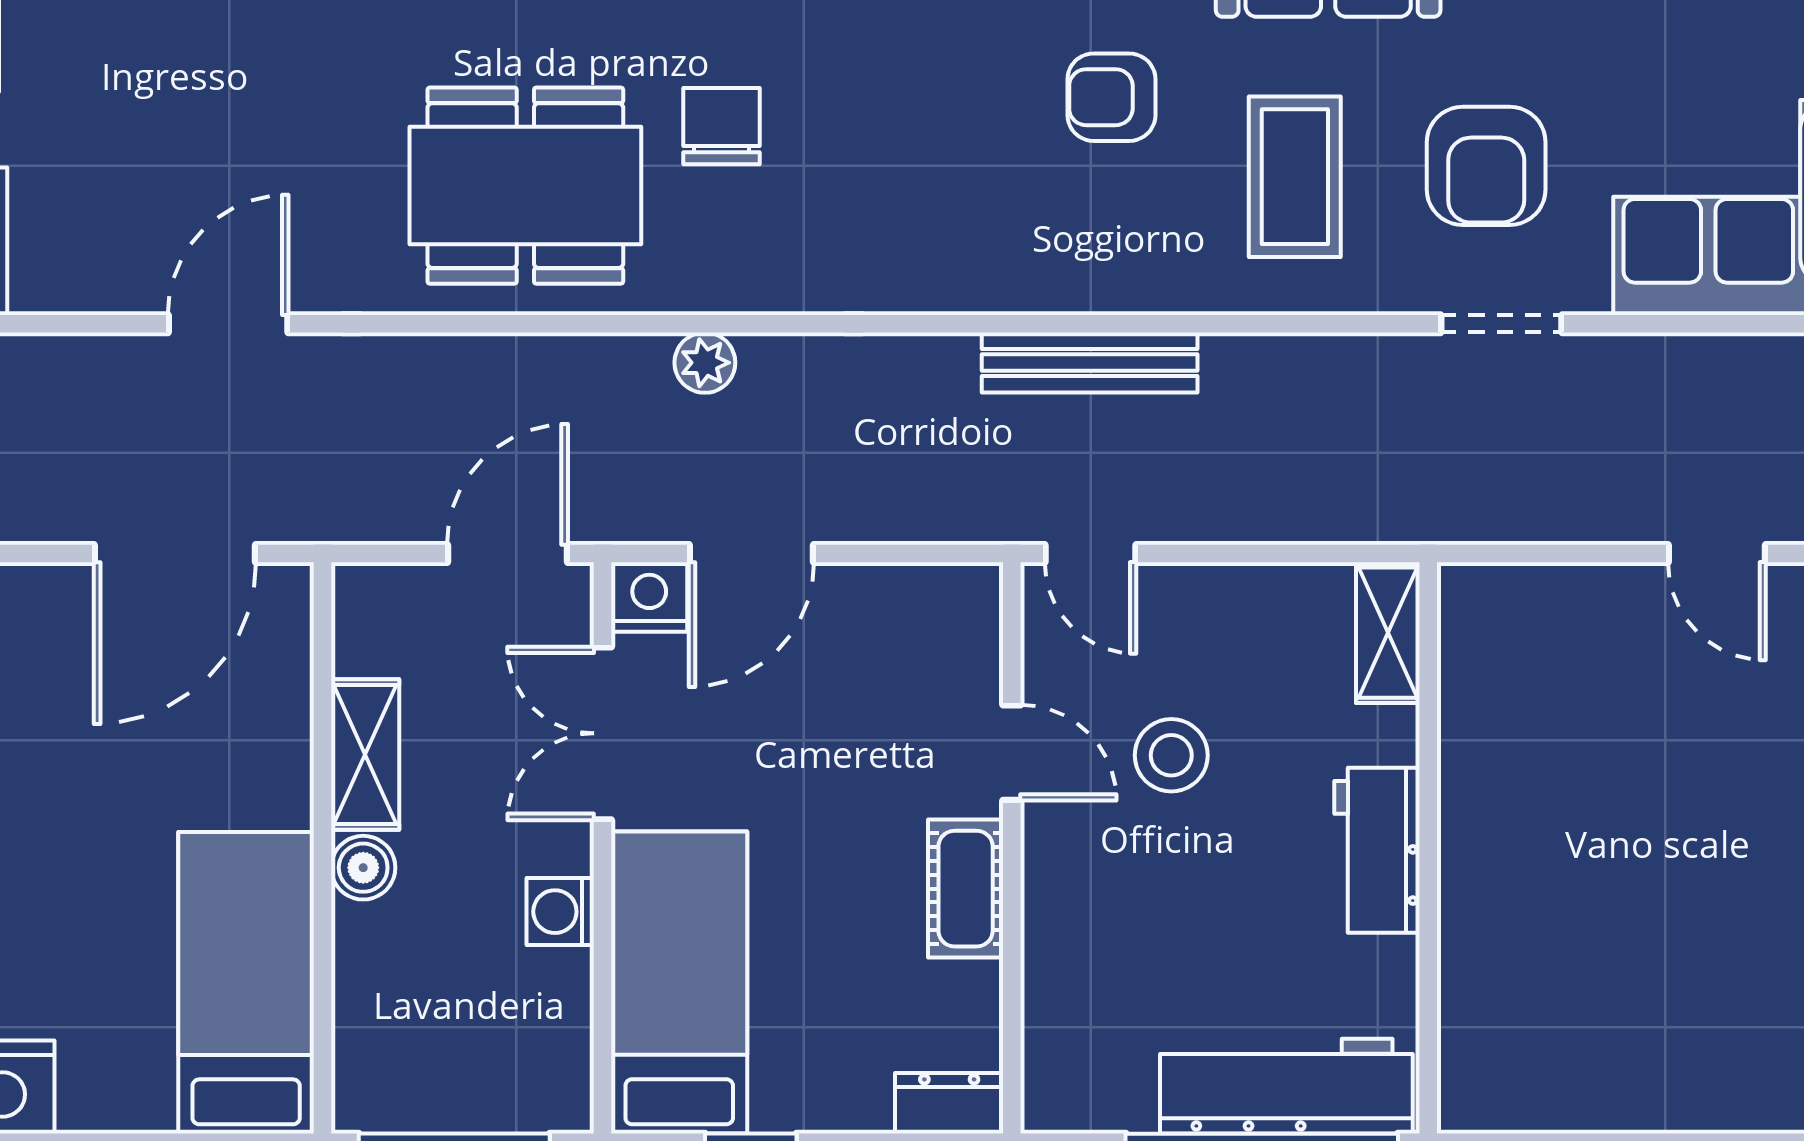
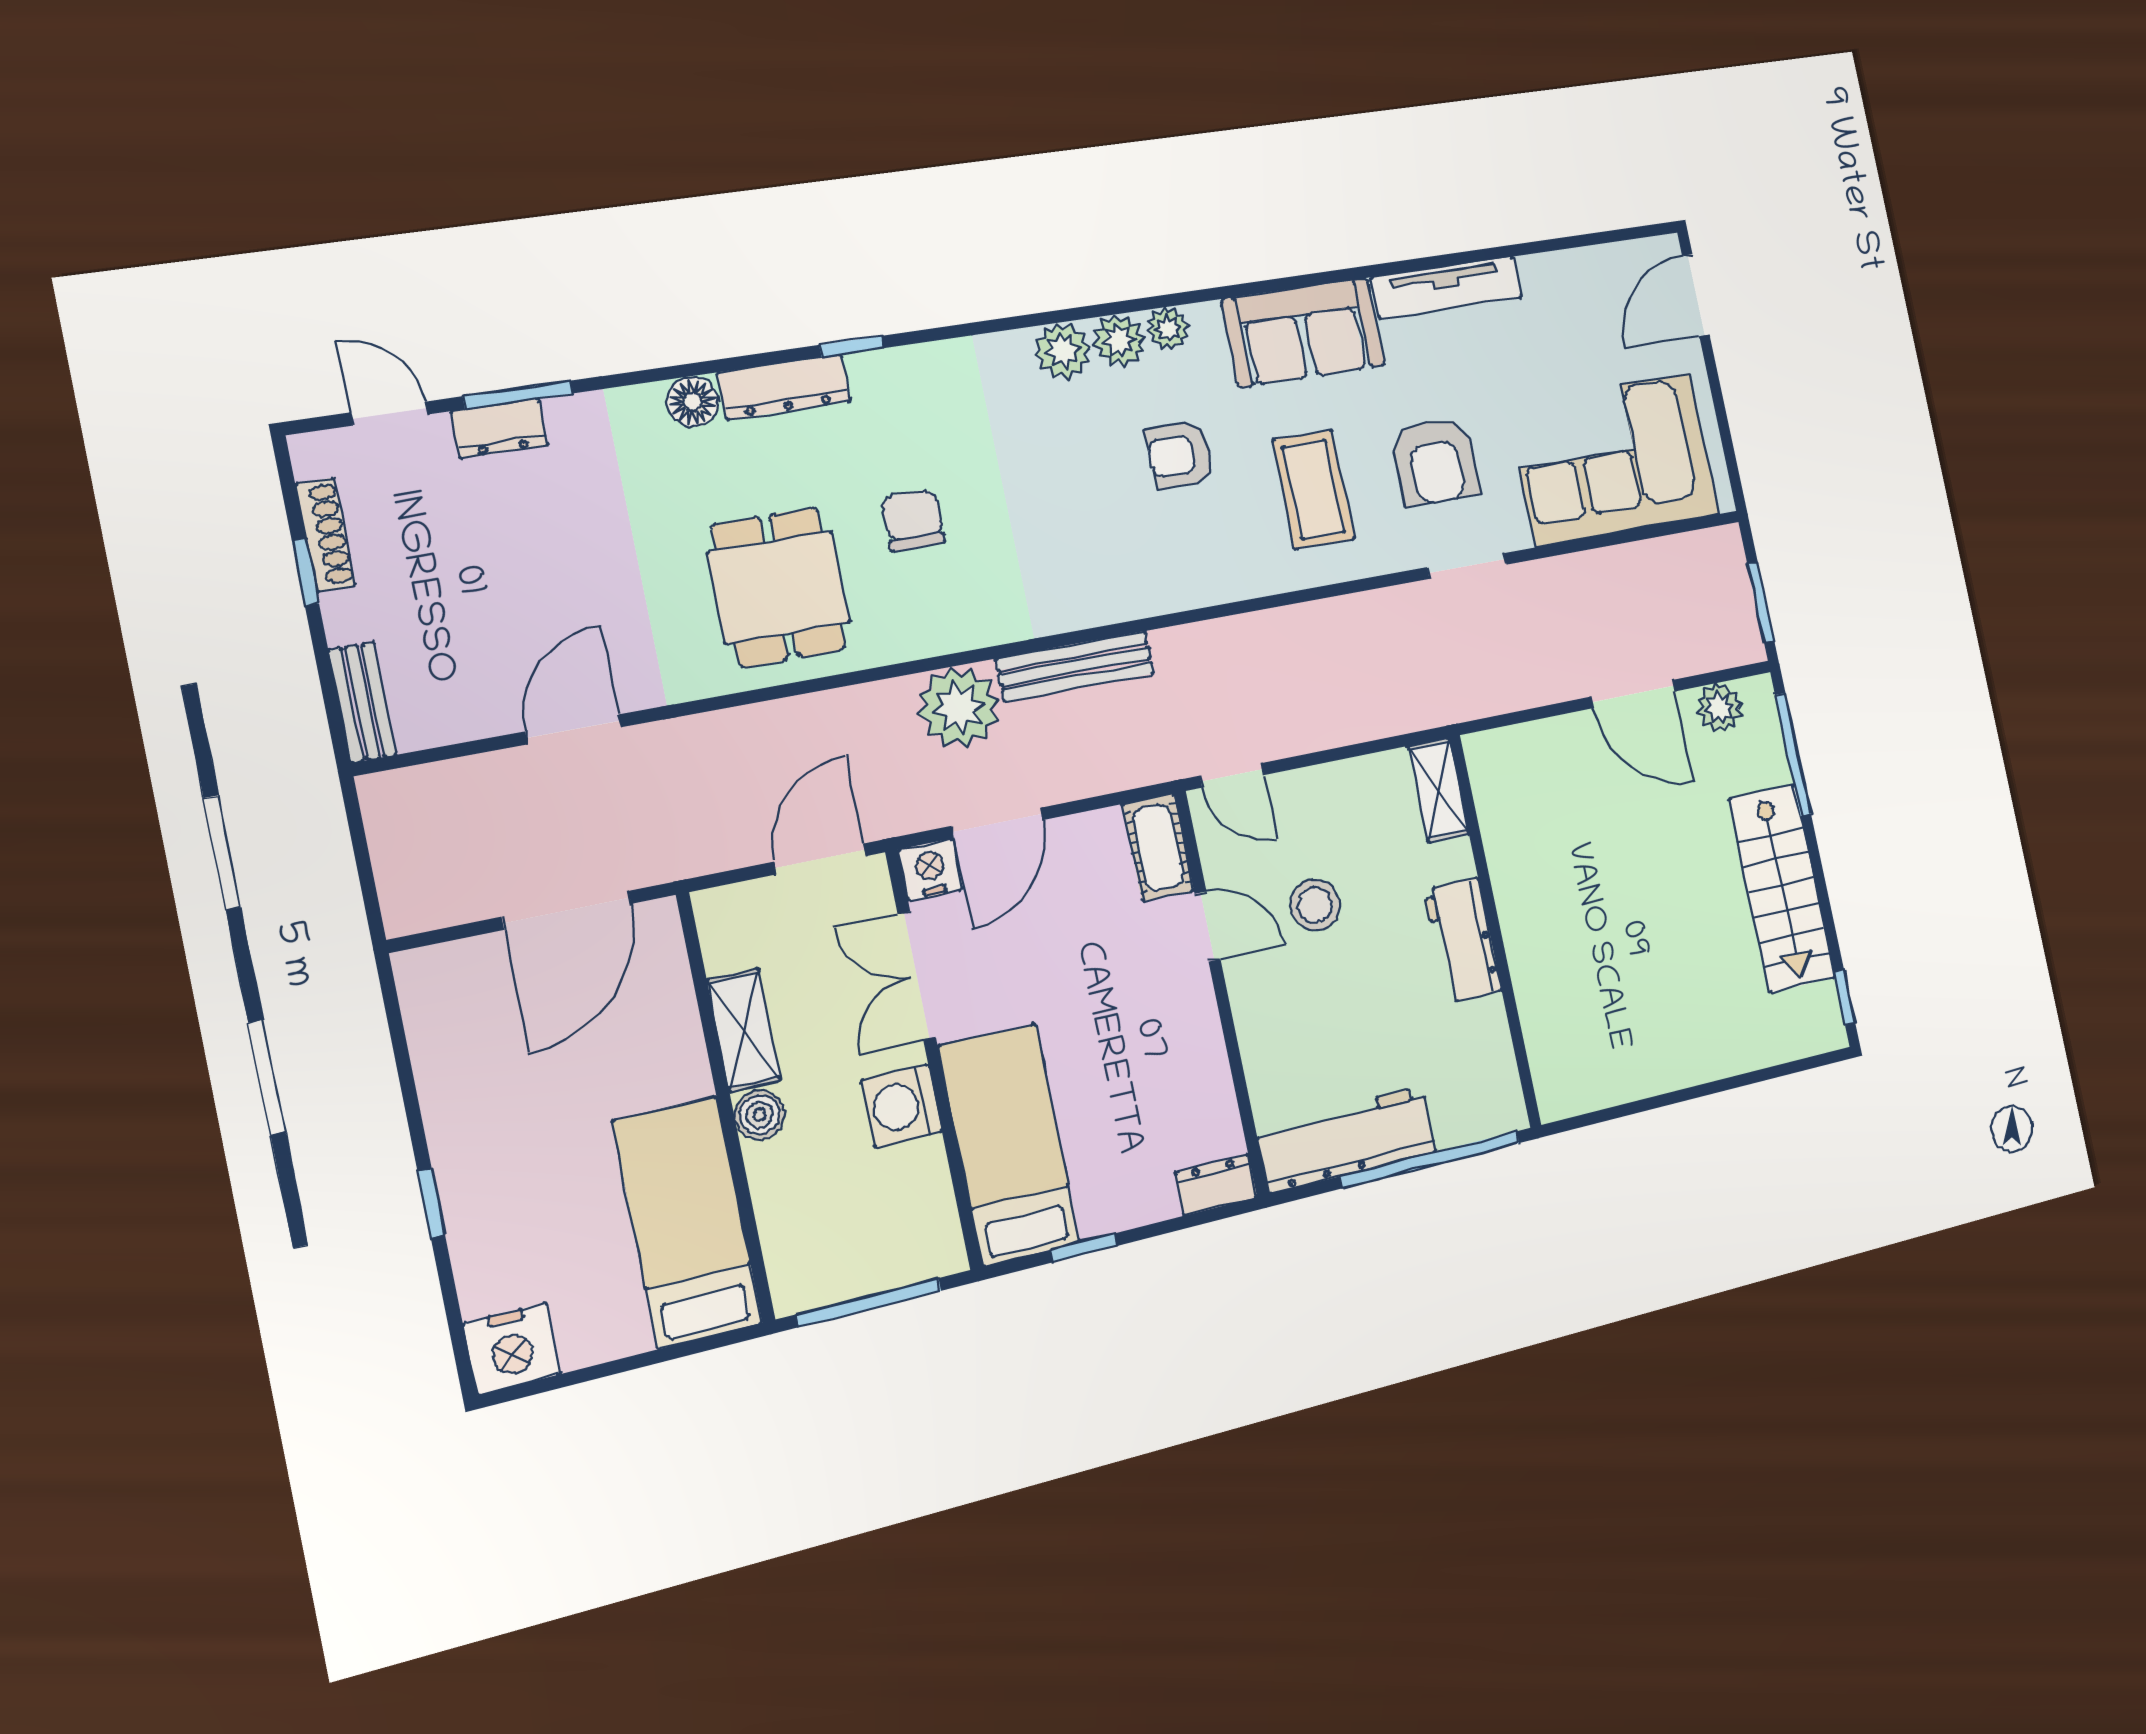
dining table: (525, 186) -> (779, 587), width x0.73
plant: (705, 363) -> (959, 708), width x1.88, depth x1.88
bench: (1090, 363) -> (1075, 666), moved
door: (1717, 553) -> (1633, 694), width x1.37
cot: (966, 889) -> (1158, 848), moved
washing machine: (560, 912) -> (901, 1106), width x1.38, depth x1.38
workbench: (1286, 1086) -> (1347, 1140), moved

